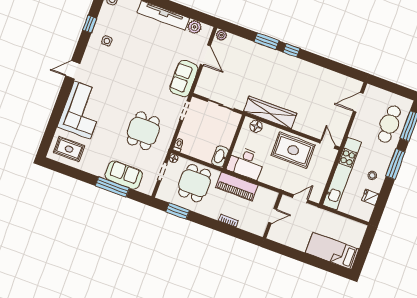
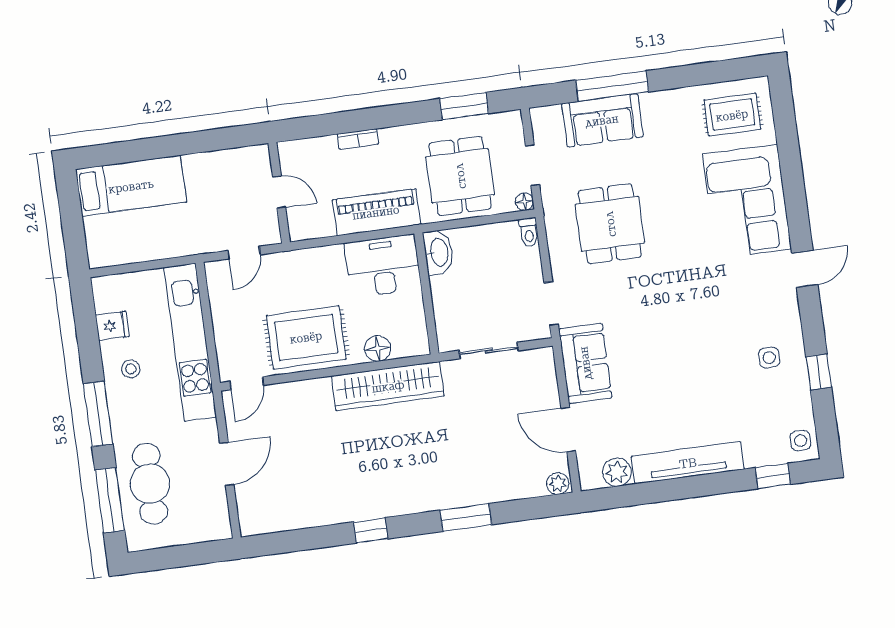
window: (291, 50) -> (371, 530), moved
door: (358, 102) -> (227, 464), moved
floor lamp: (256, 126) -> (378, 348), moved
door: (328, 144) -> (247, 383), hinge flipped
door: (273, 216) -> (279, 192), swing flipped

